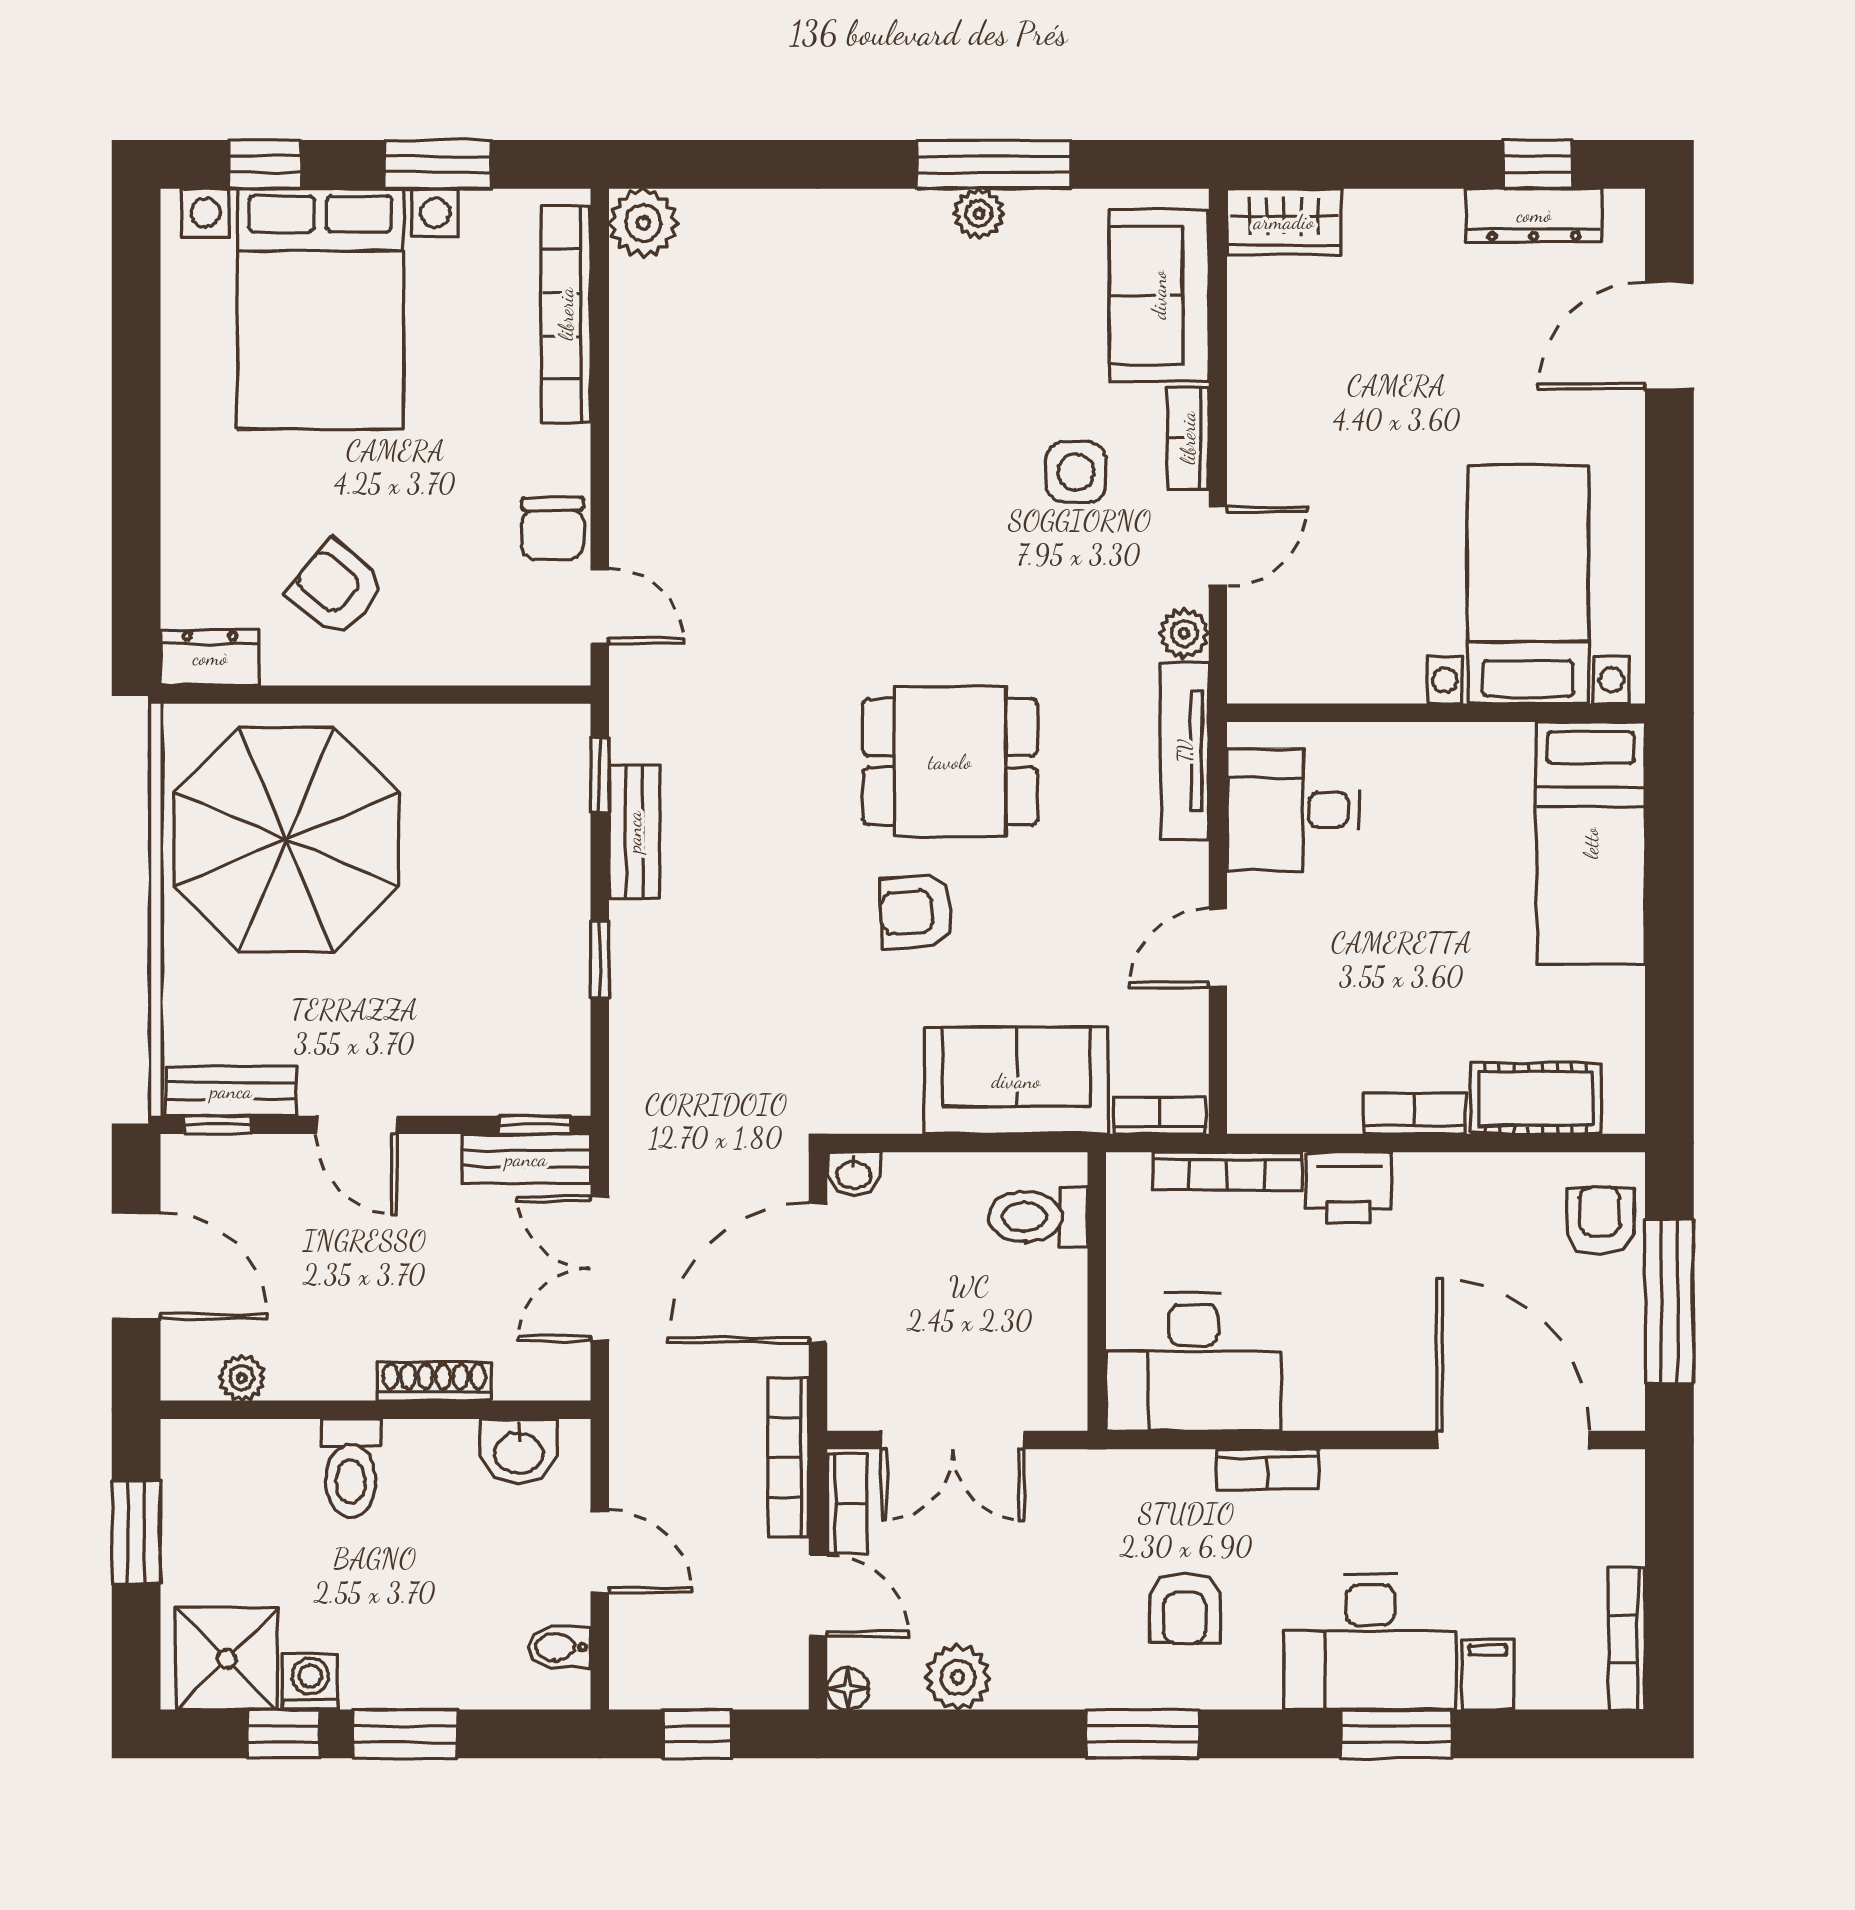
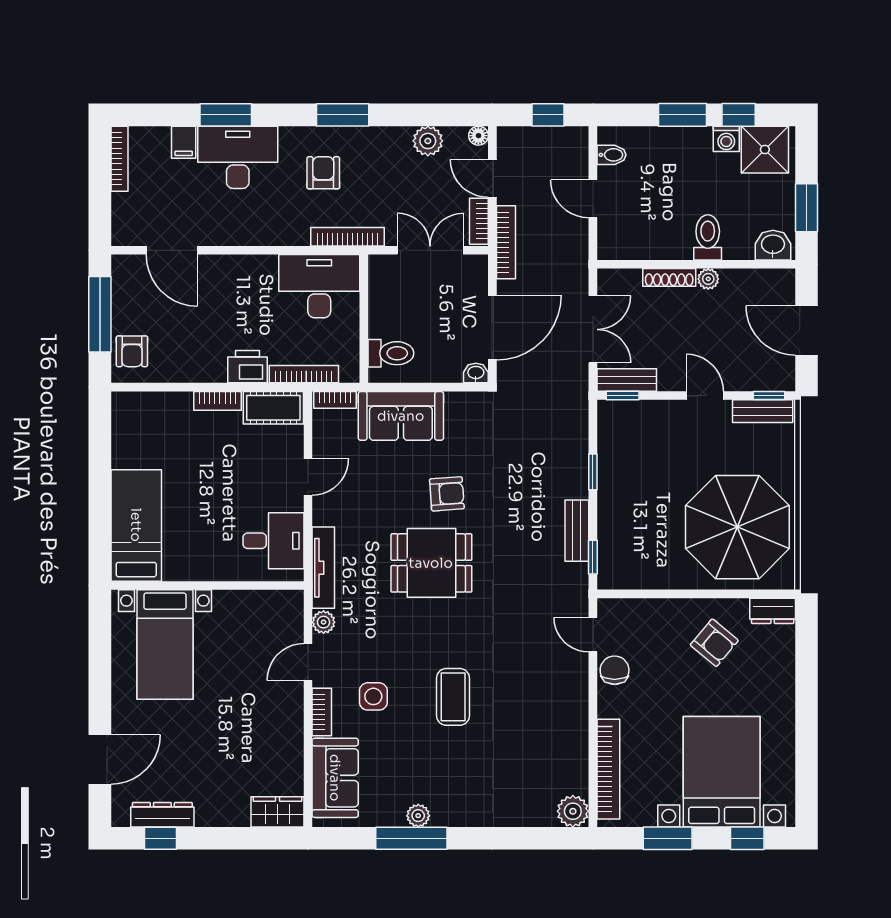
coffee table: (903, 471) -> (453, 697), added
cot: (1536, 1098) -> (273, 408), moved
plant: (242, 1378) -> (708, 279), moved
door: (1513, 1440) -> (172, 250), width x0.73
washbasin: (519, 1451) -> (773, 245), moved
bookcase: (1268, 1469) -> (347, 237), moved, width x1.56

